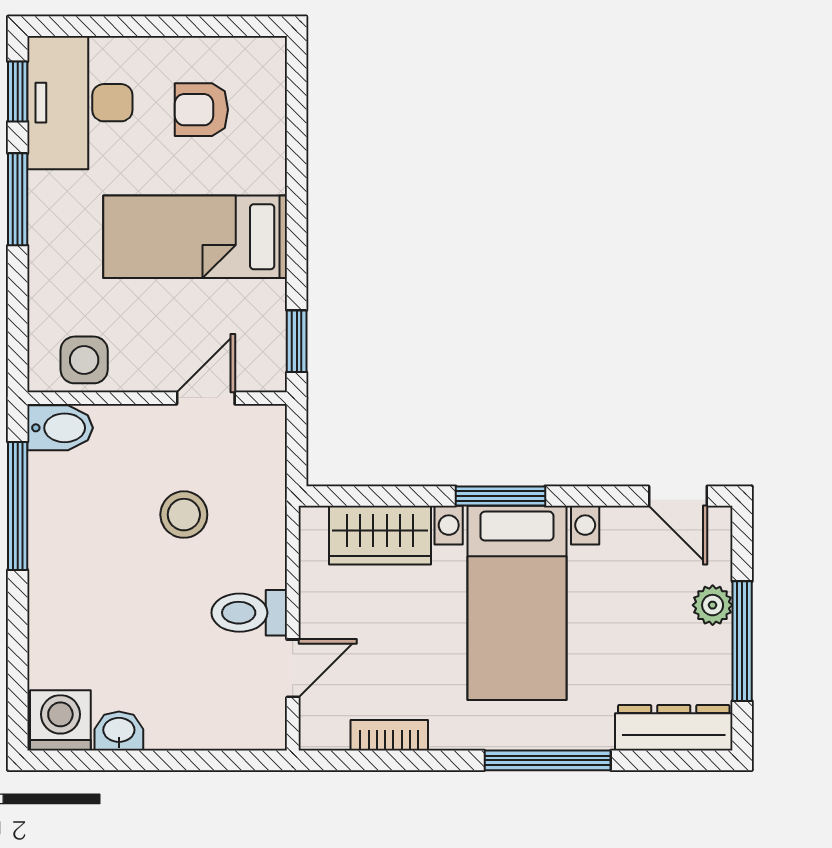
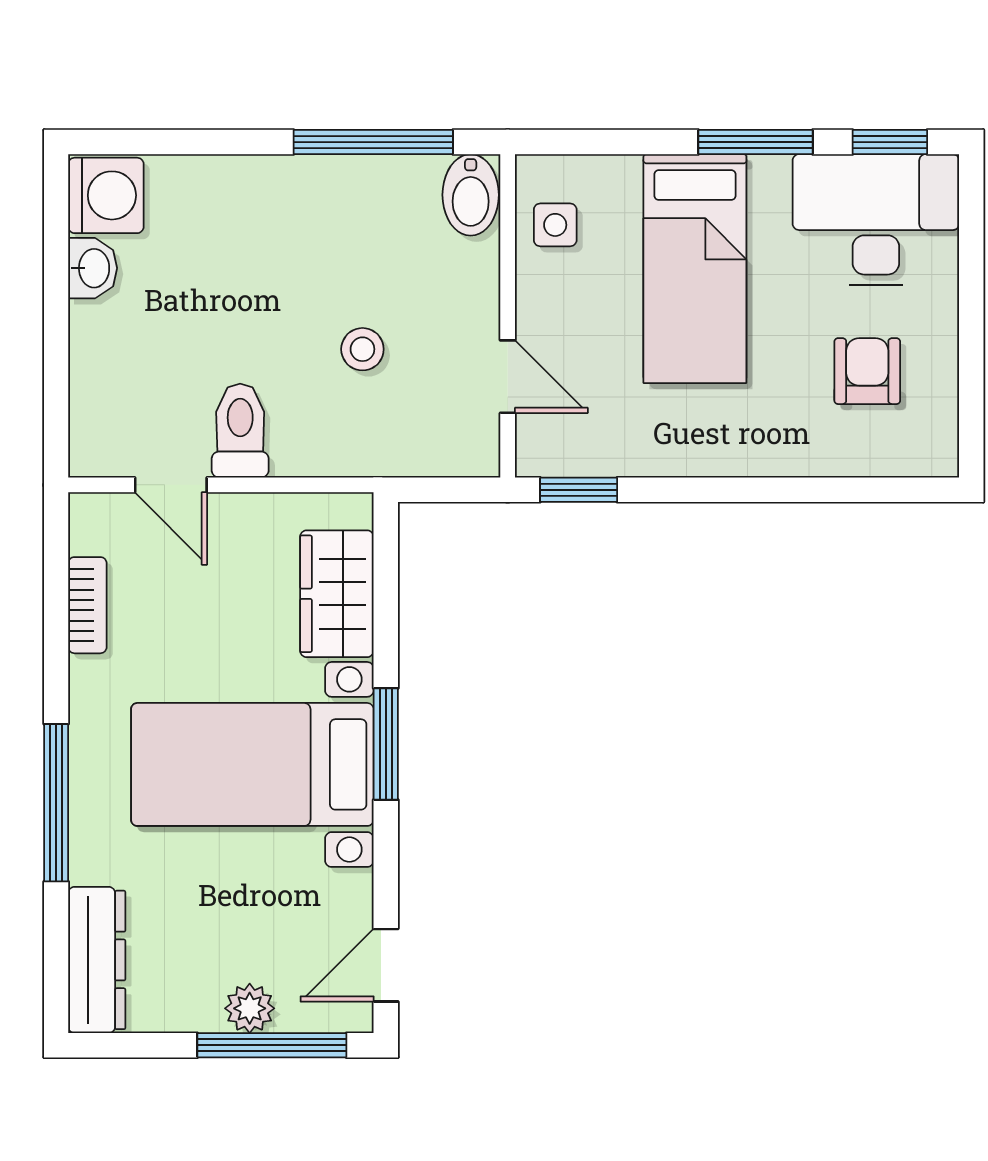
bed: (195, 237) -> (695, 269), moved, turned 180
side table: (84, 360) -> (555, 225), width x0.73, depth x0.73
stool: (184, 515) -> (362, 349), width x0.73, depth x0.73
window: (742, 641) -> (272, 1045), moved

